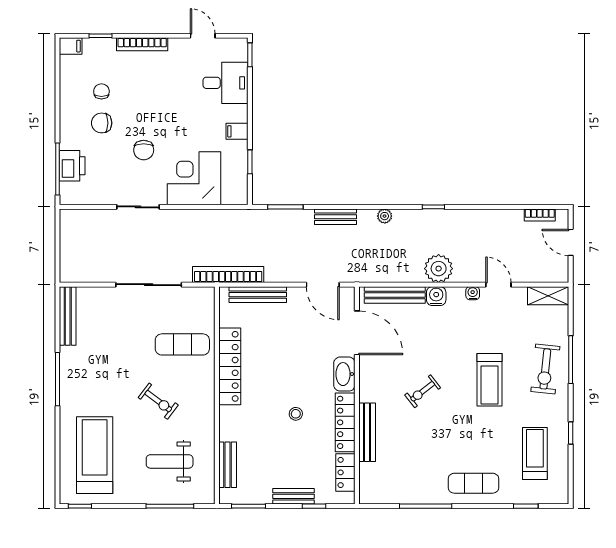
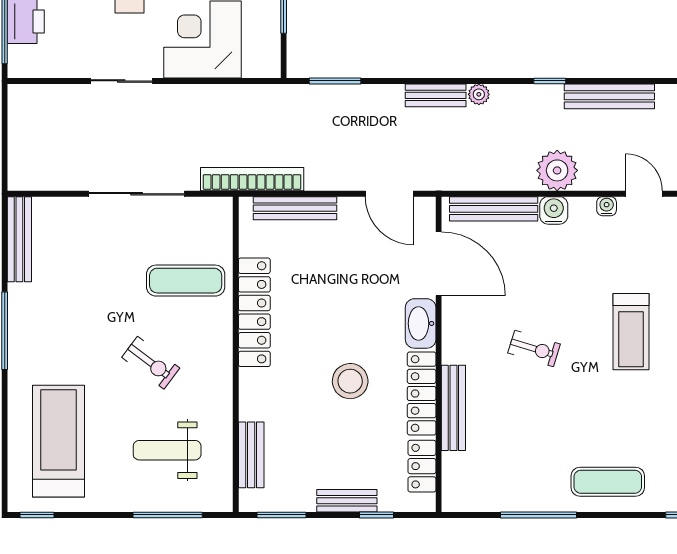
bench: (336, 217) -> (436, 95), moved
bench: (475, 217) -> (609, 96), added
exercise bike: (423, 391) -> (534, 348), turned -125
stool: (296, 414) -> (350, 381), width x1.89, depth x1.89

